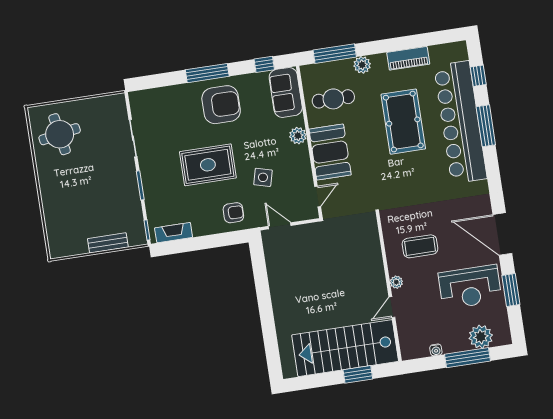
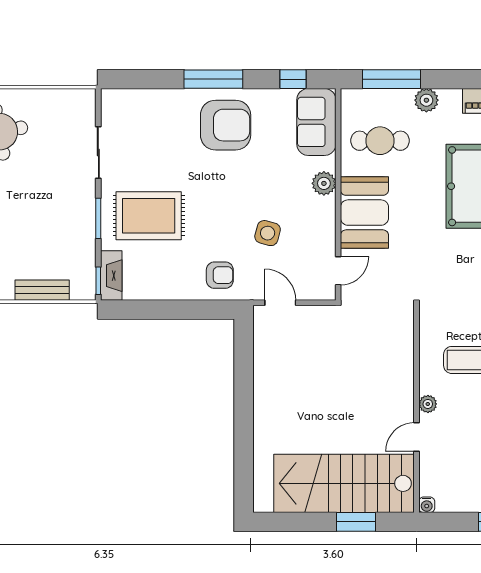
rug: (208, 165) -> (149, 216), moved
fireplace: (174, 233) -> (111, 276), moved, turned 90
water cooler: (436, 350) -> (427, 505), moved

